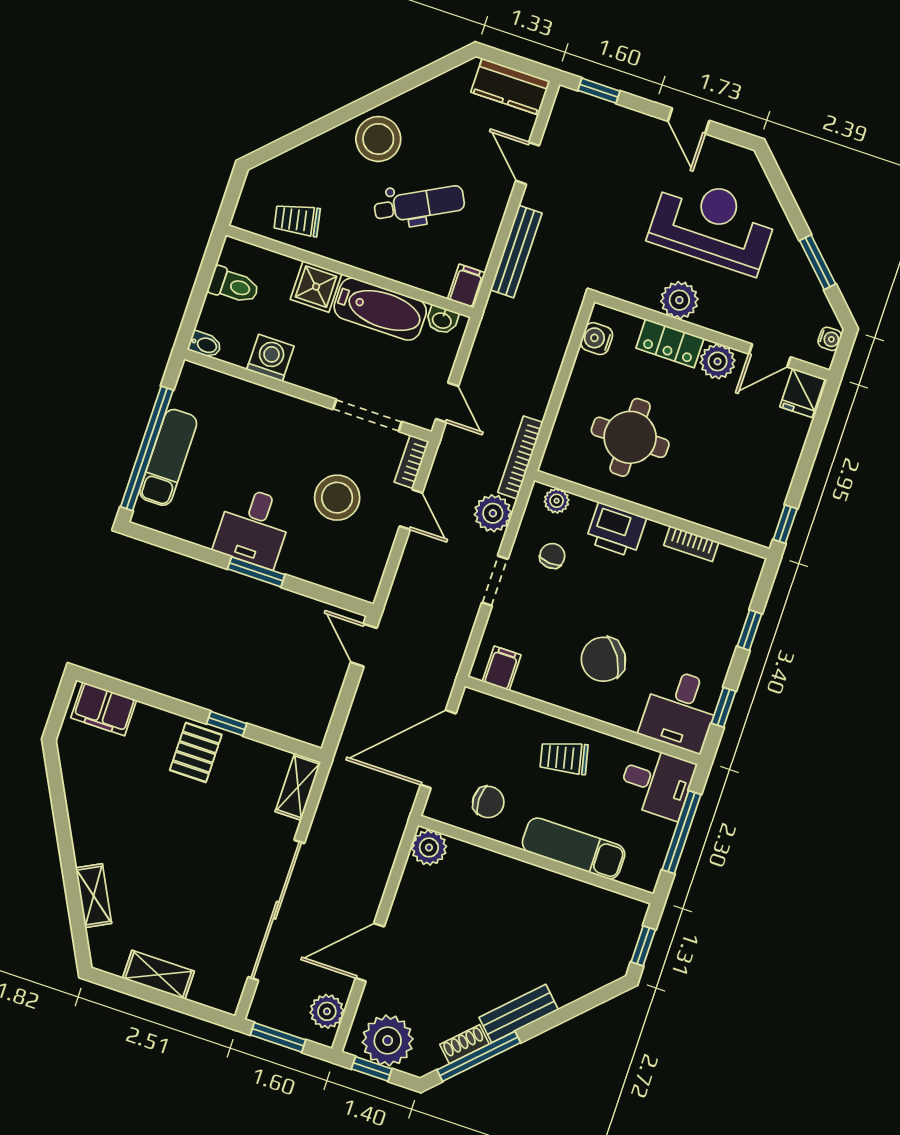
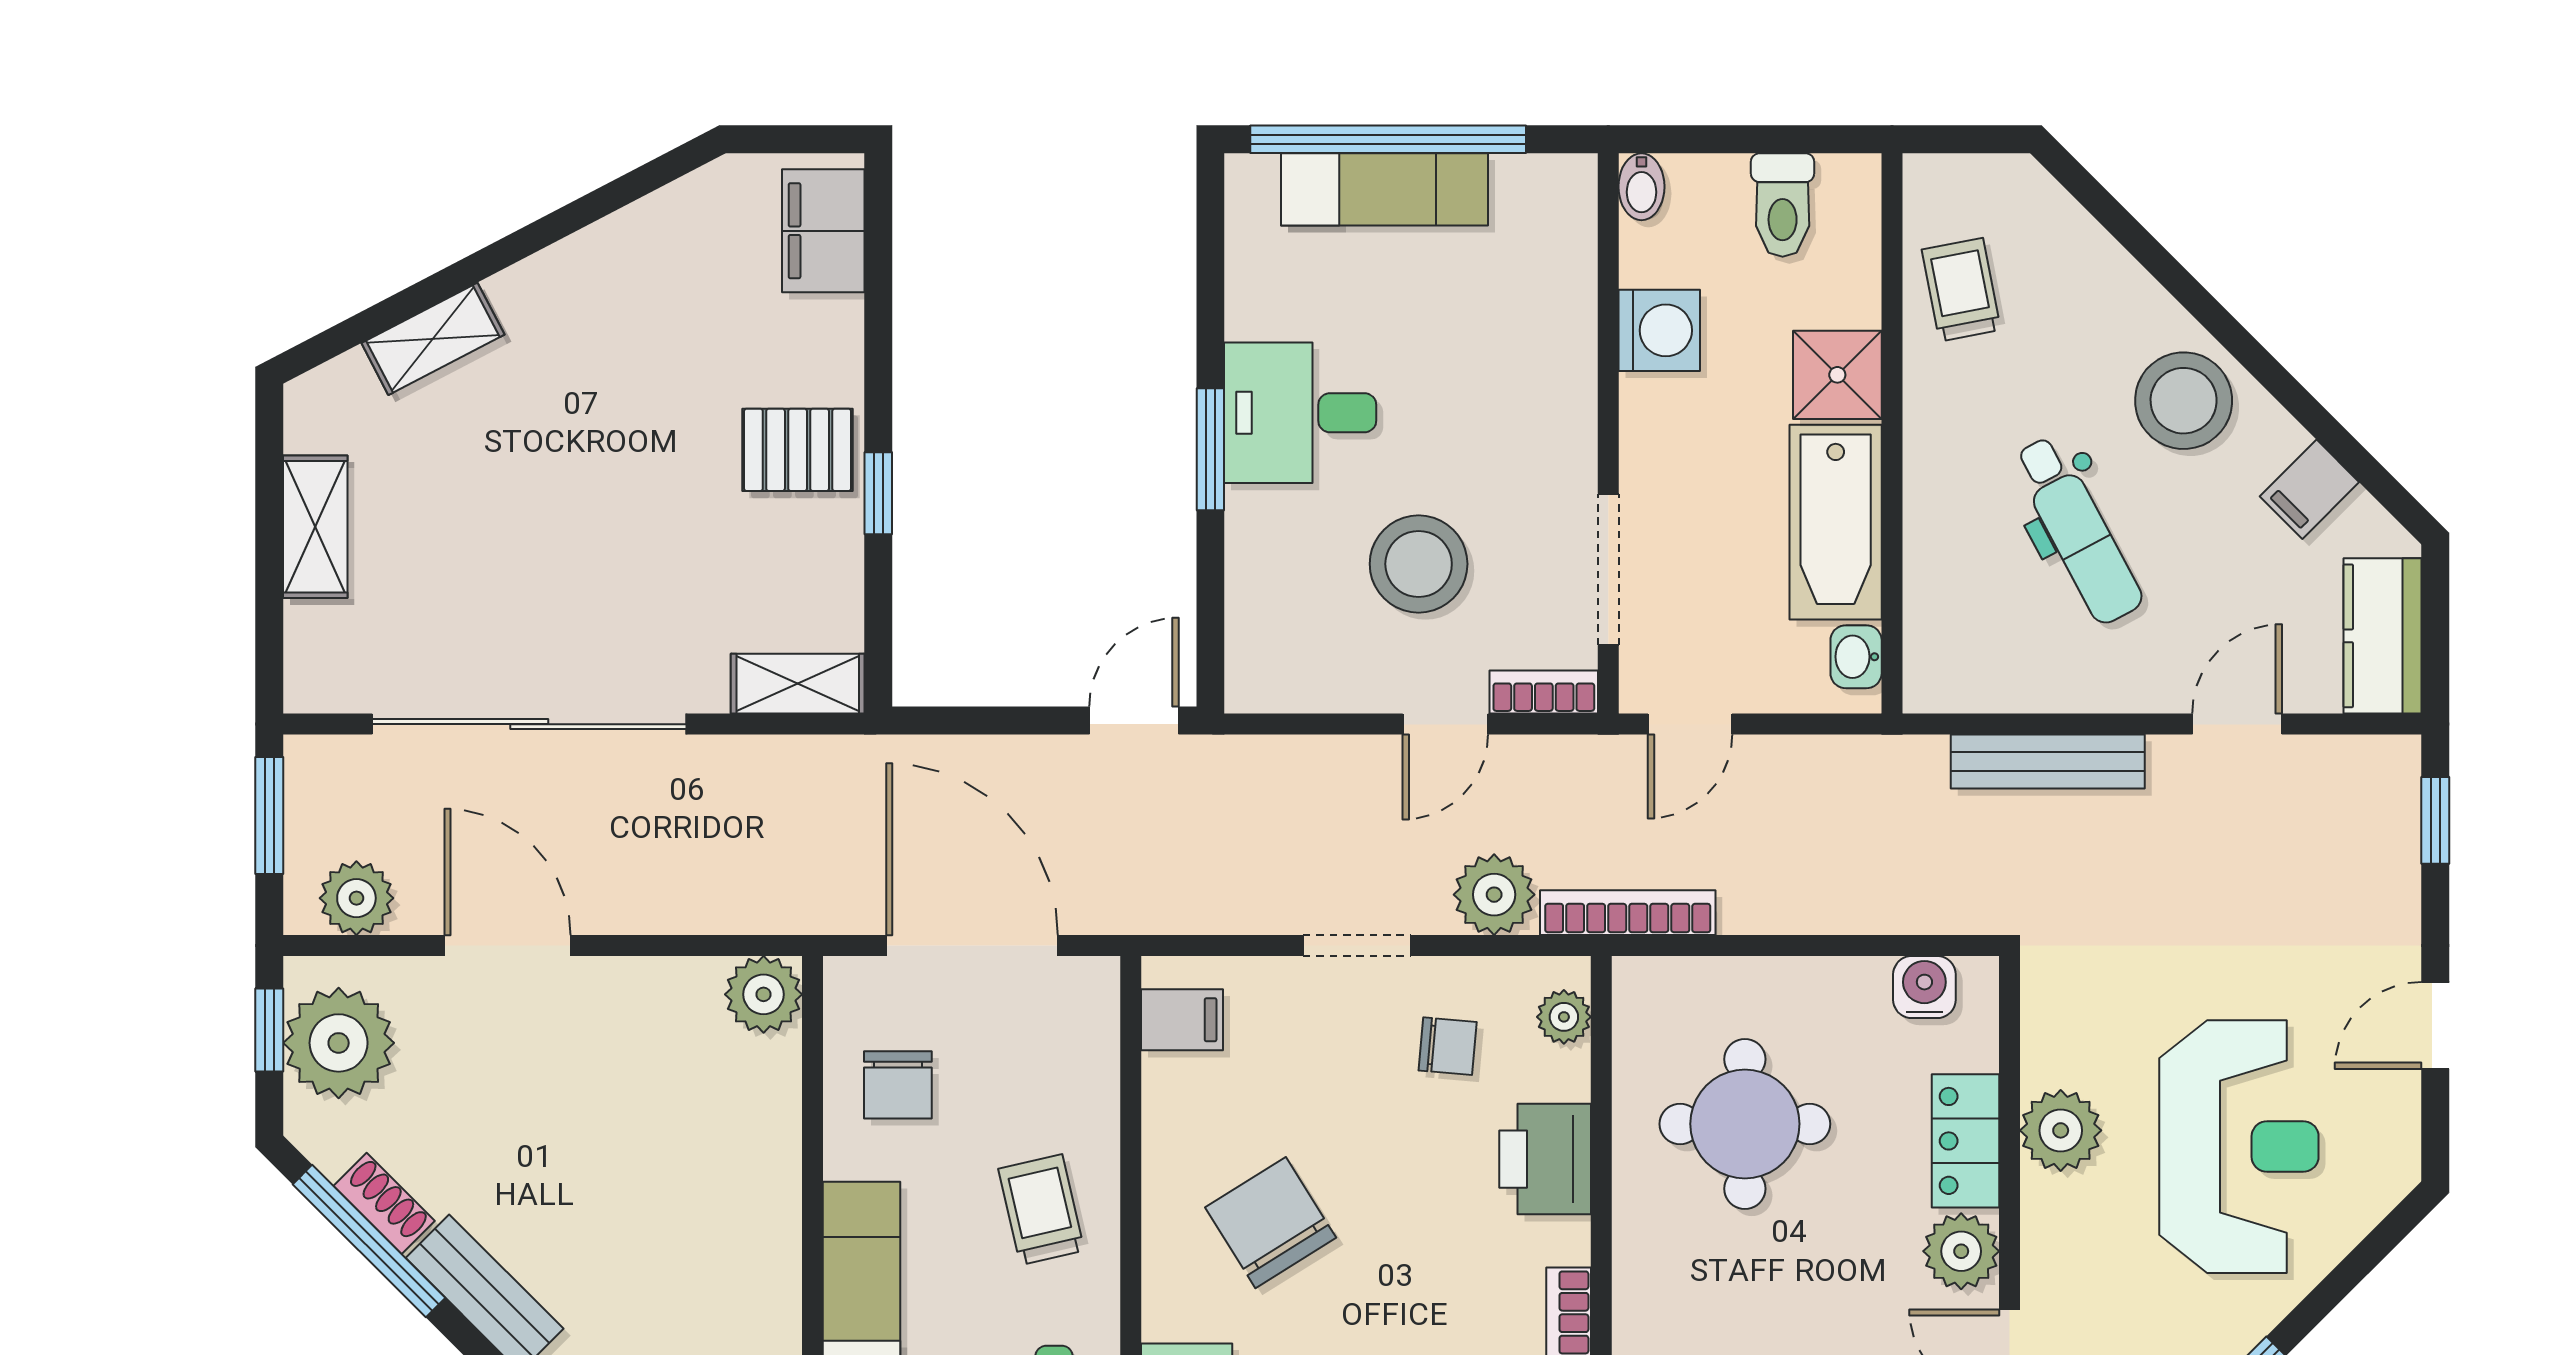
filing cabinet: (466, 286) -> (2309, 489), moved, turned 135

